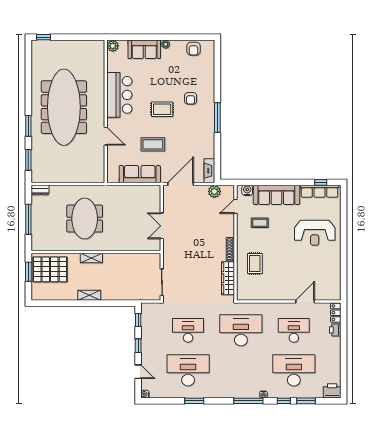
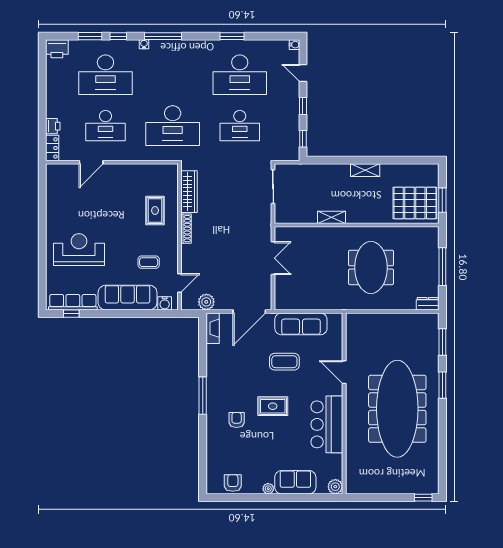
shelving: (91, 258) -> (332, 217), moved

